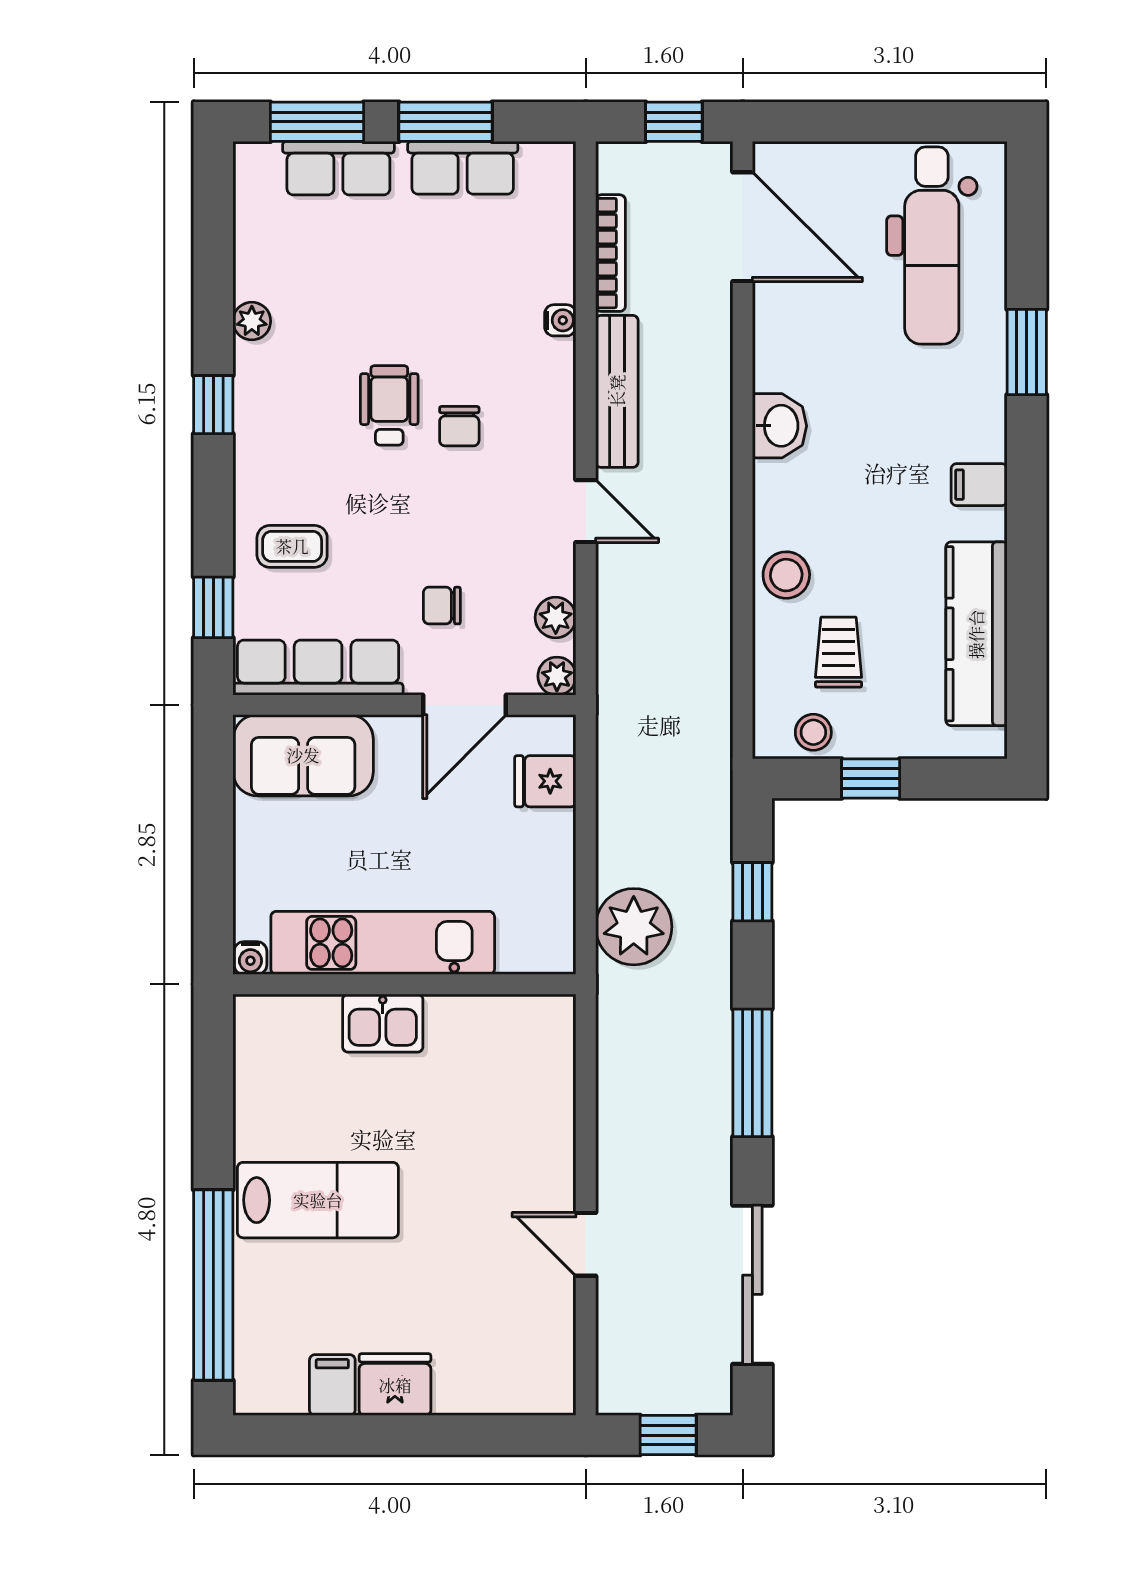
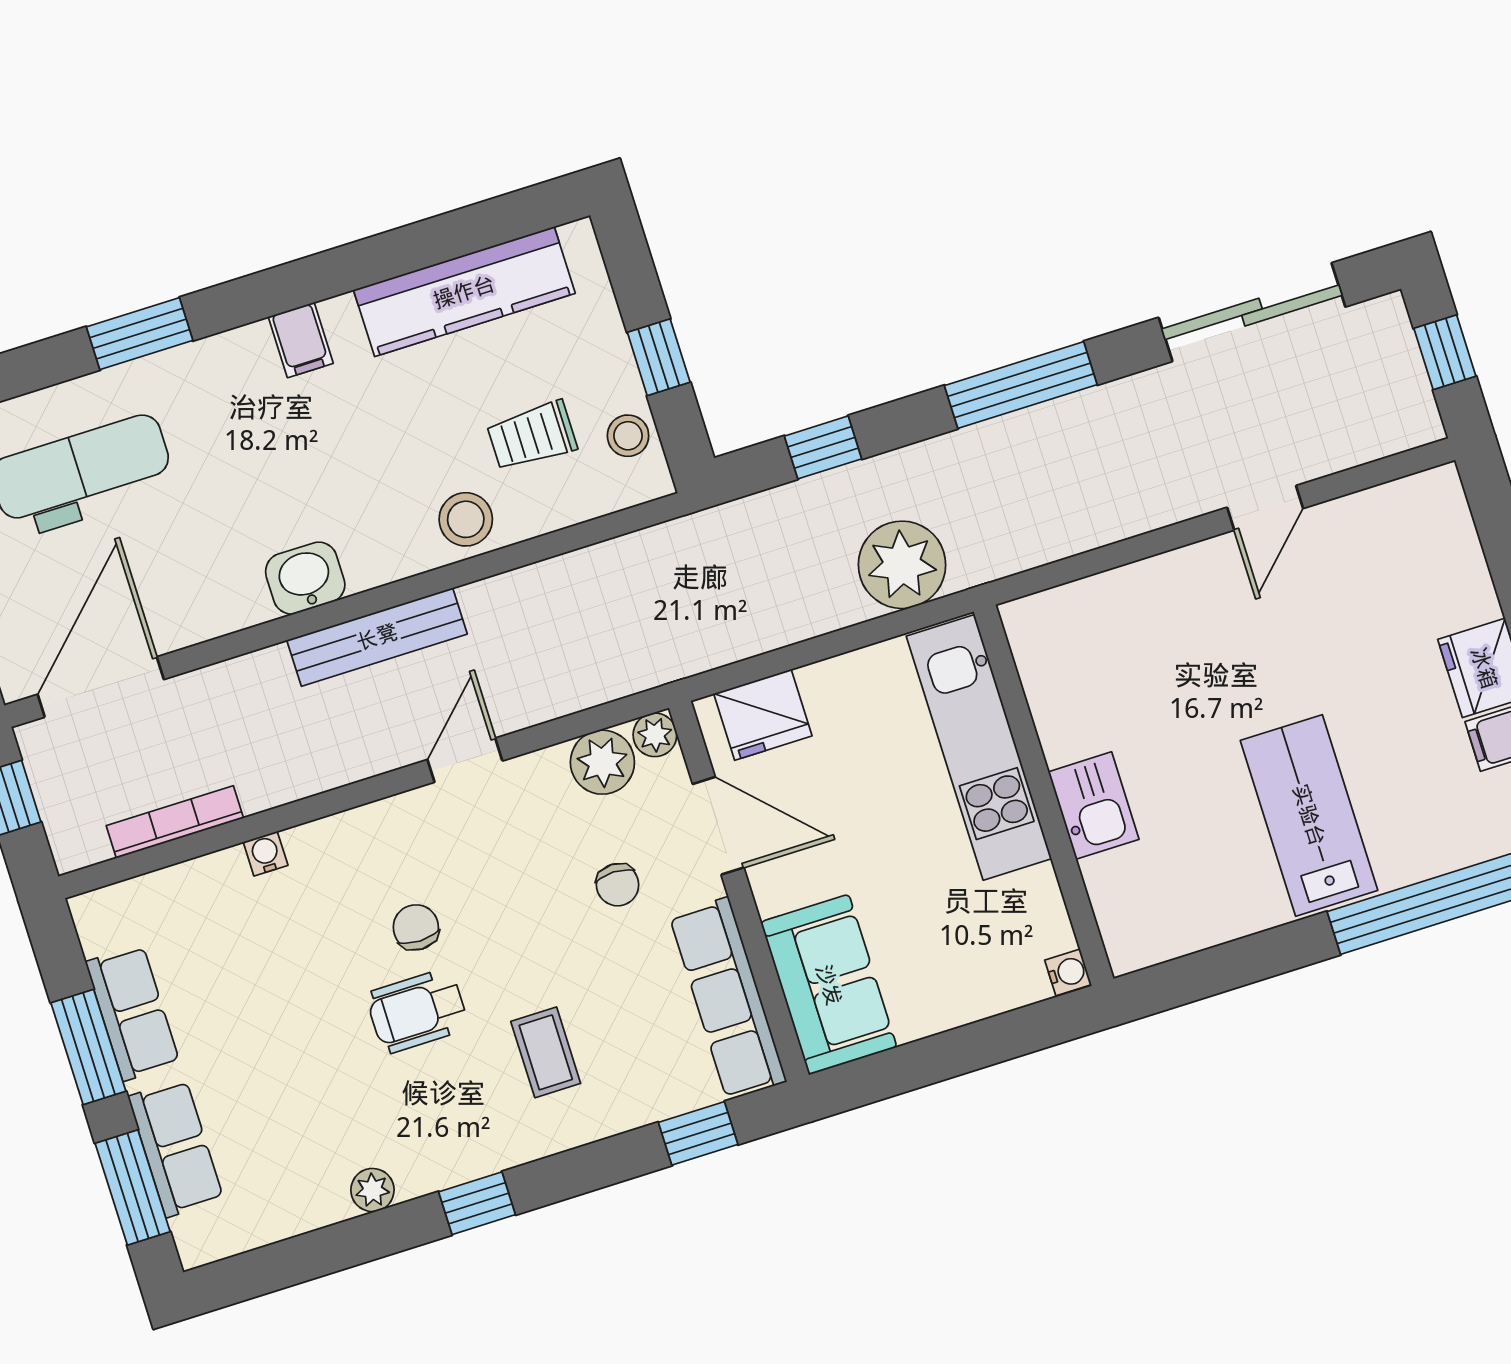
bench: (617, 391) -> (377, 637), moved
chair: (459, 426) -> (416, 927), turned -90
coffee table: (292, 546) -> (546, 1052), moved
plant: (556, 618) -> (602, 762), width x1.38, depth x1.38
fridge: (545, 781) -> (763, 715), width x1.38
kitchen unit: (383, 943) -> (979, 747), moved

